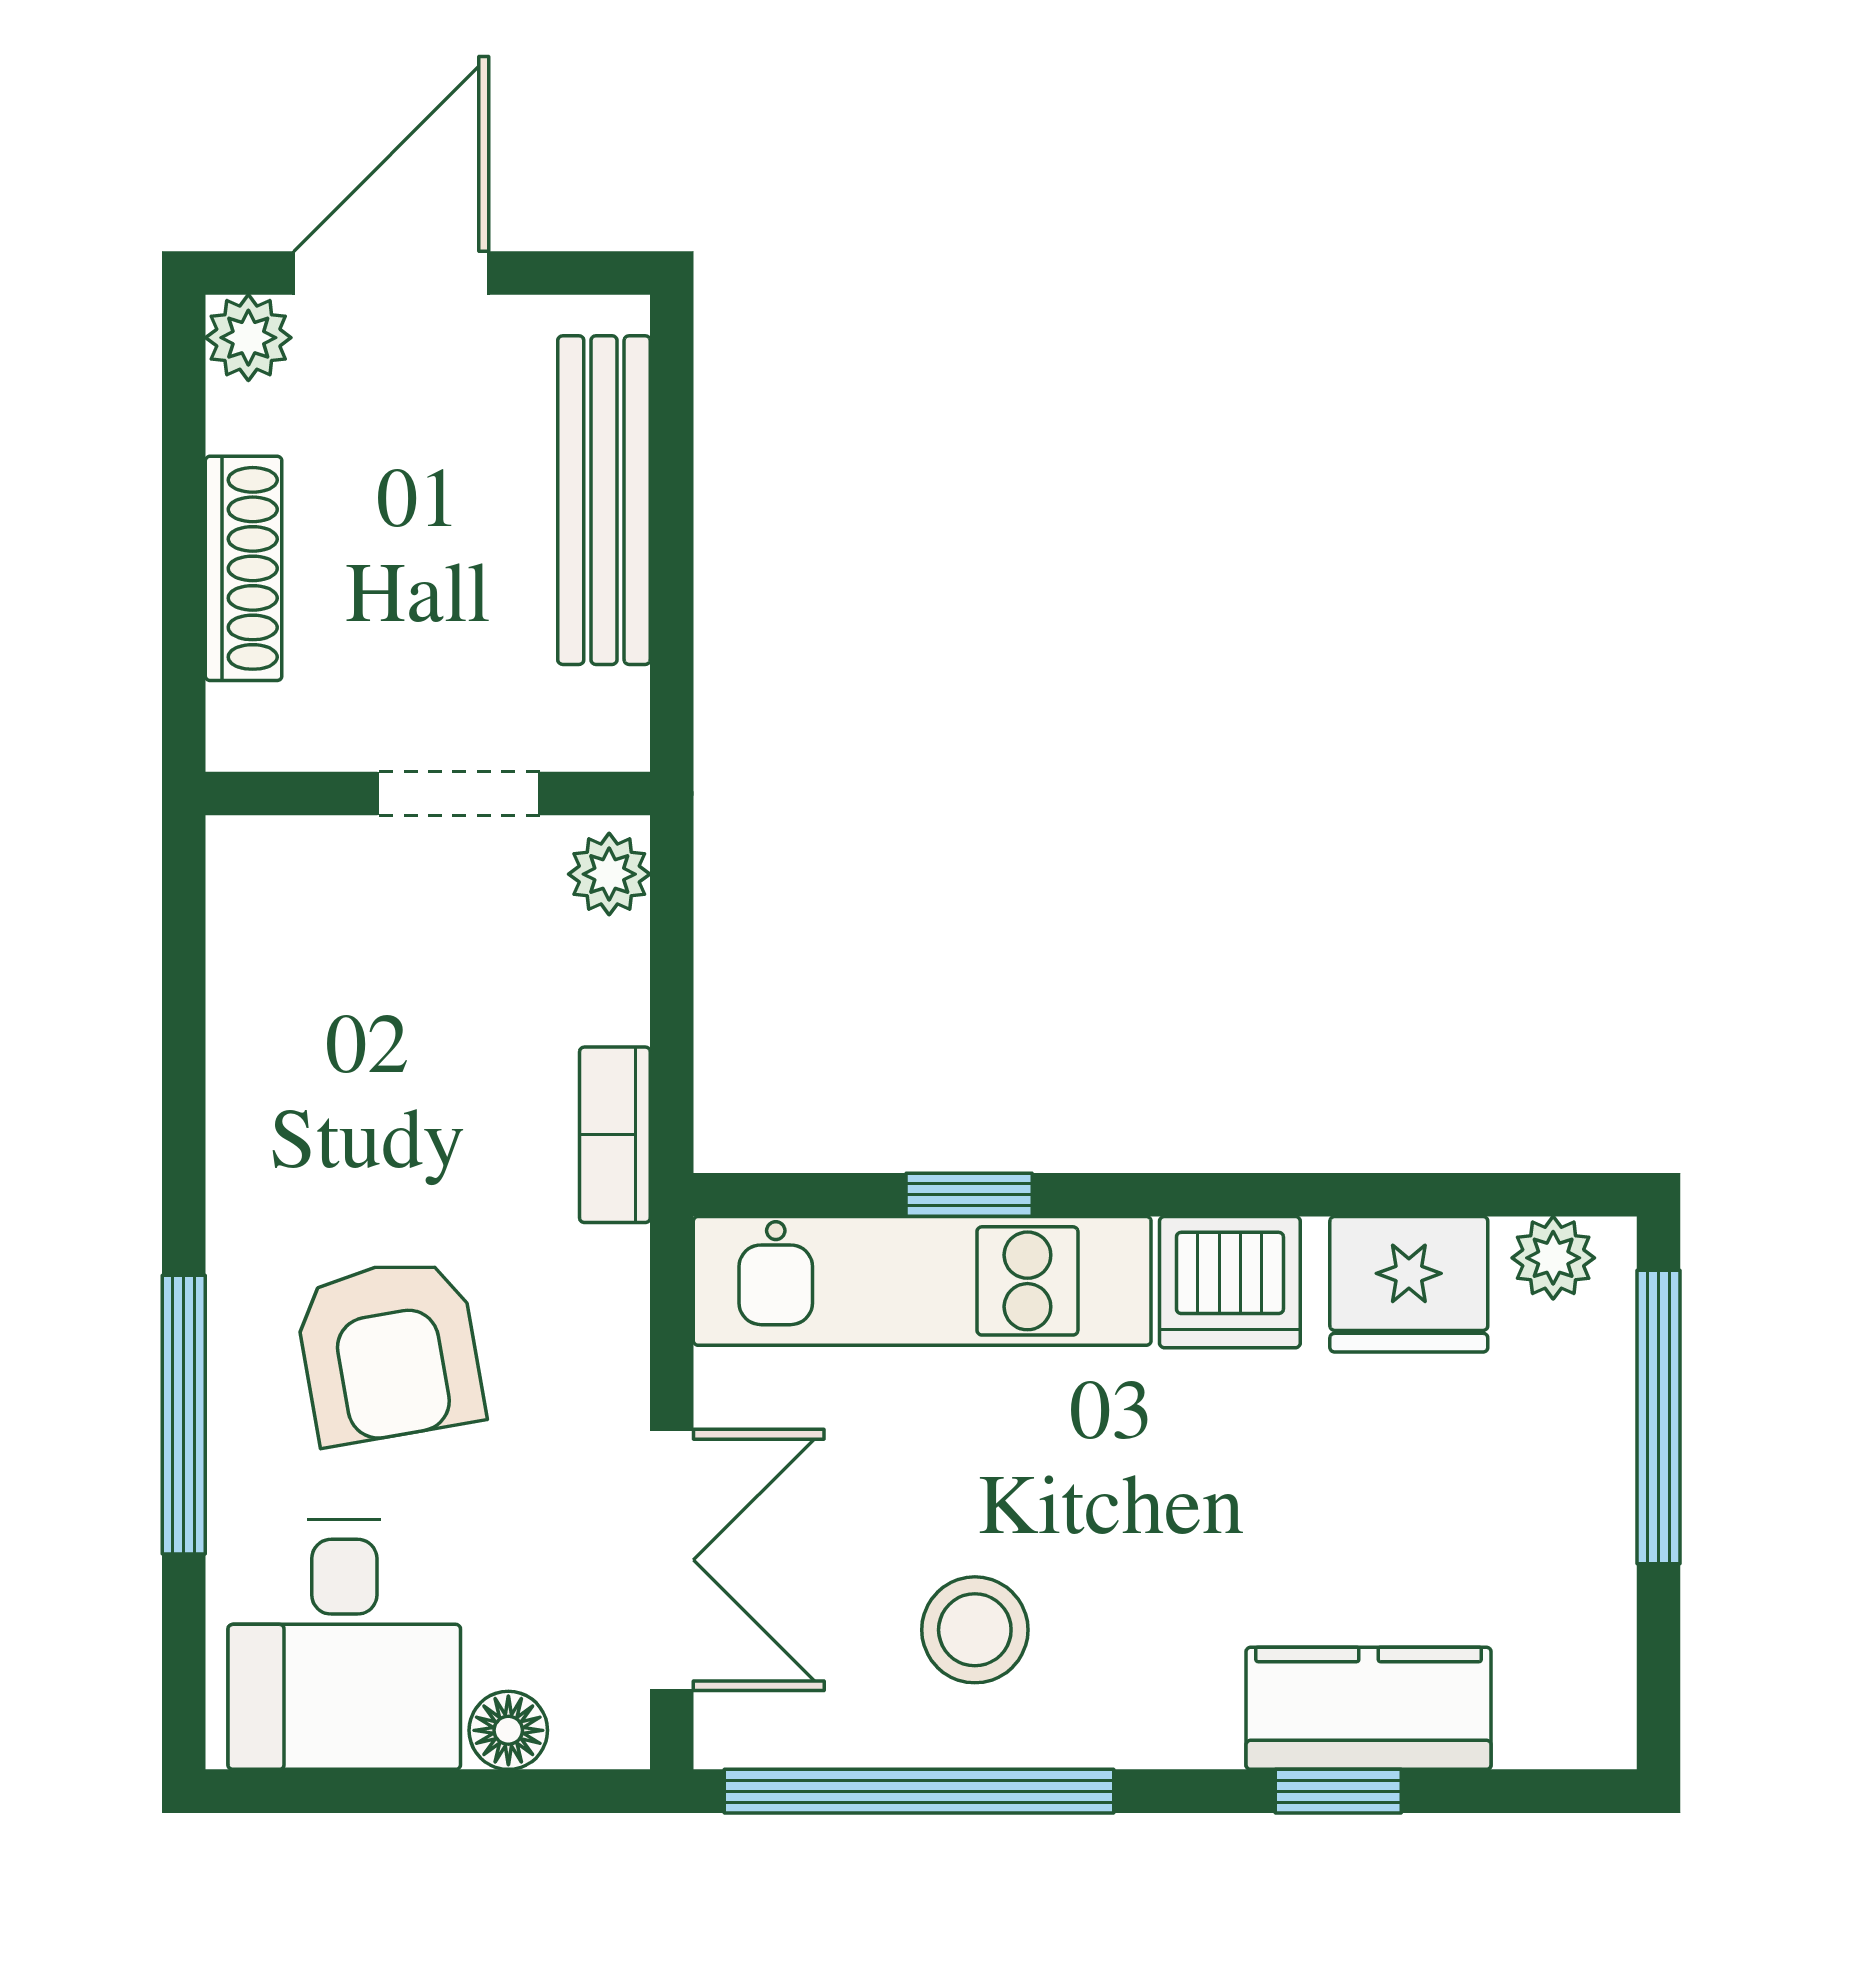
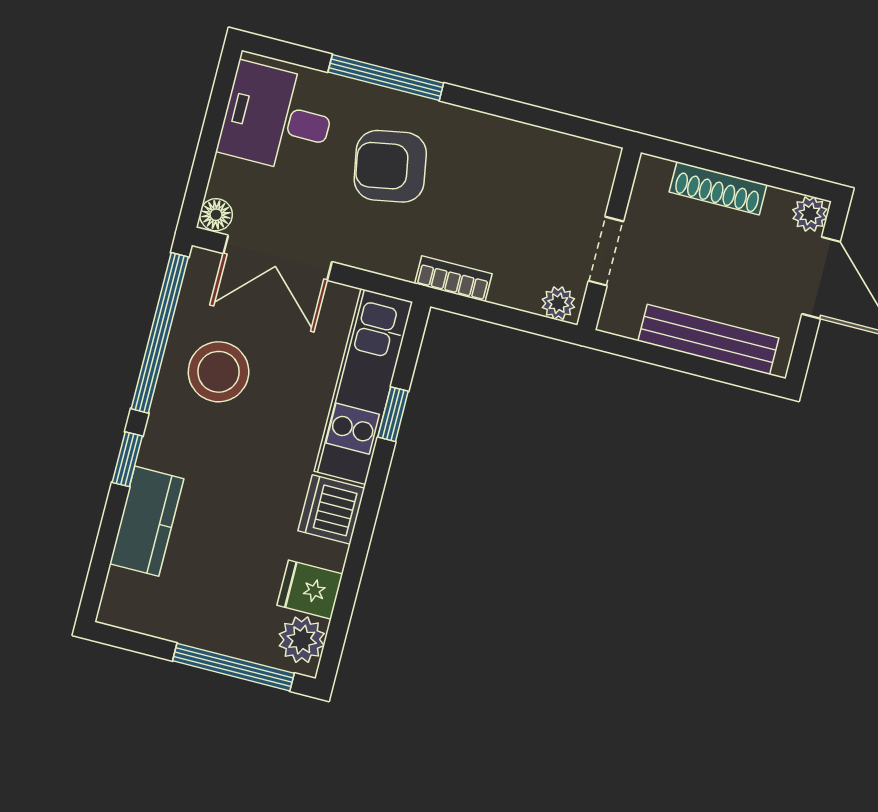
plant: (1553, 1258) -> (302, 640), width x1.38, depth x1.38
fridge: (1409, 1284) -> (310, 590), width x0.72
stool: (975, 1630) -> (219, 372), width x1.38, depth x1.38
floor lamp: (508, 1730) -> (216, 215), moved
window: (1338, 1791) -> (127, 459), moved

